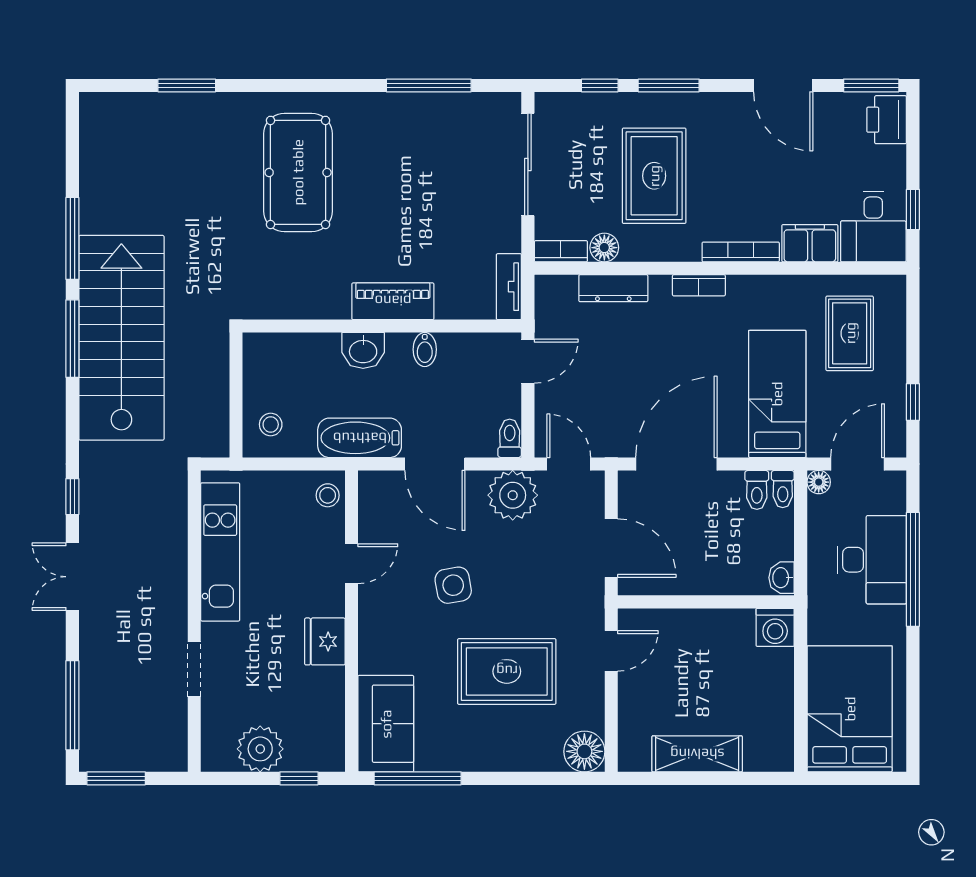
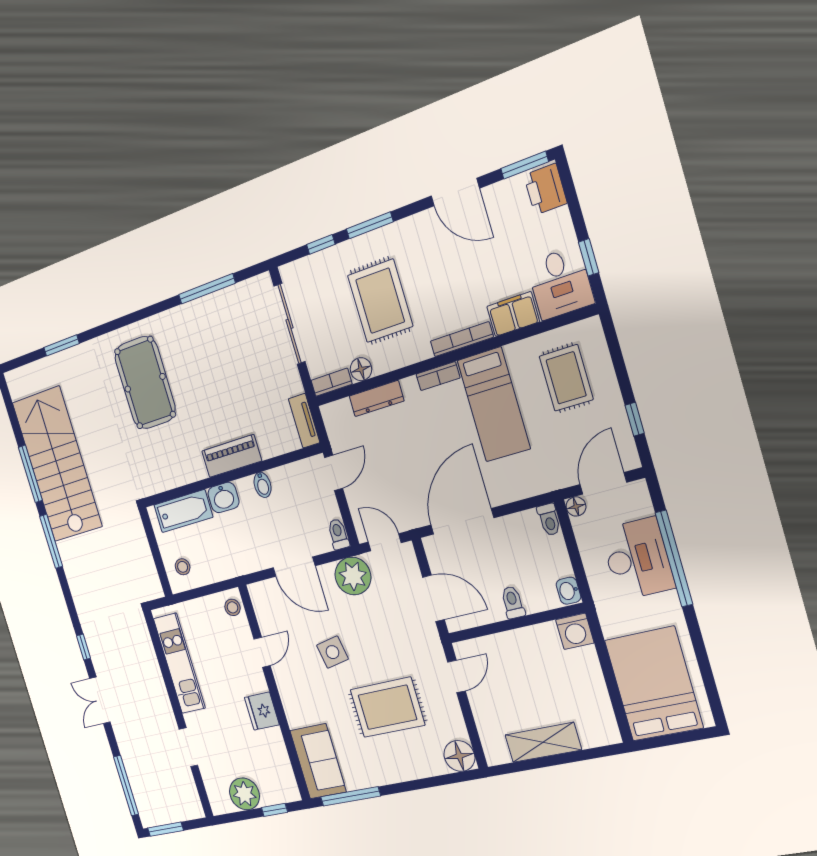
stairs: (121, 338) -> (57, 464), moved
bed: (777, 394) -> (494, 405), moved, turned 180
bathtub: (360, 438) -> (183, 511), moved, turned 180
toilet: (757, 490) -> (513, 602), moved, turned 180

